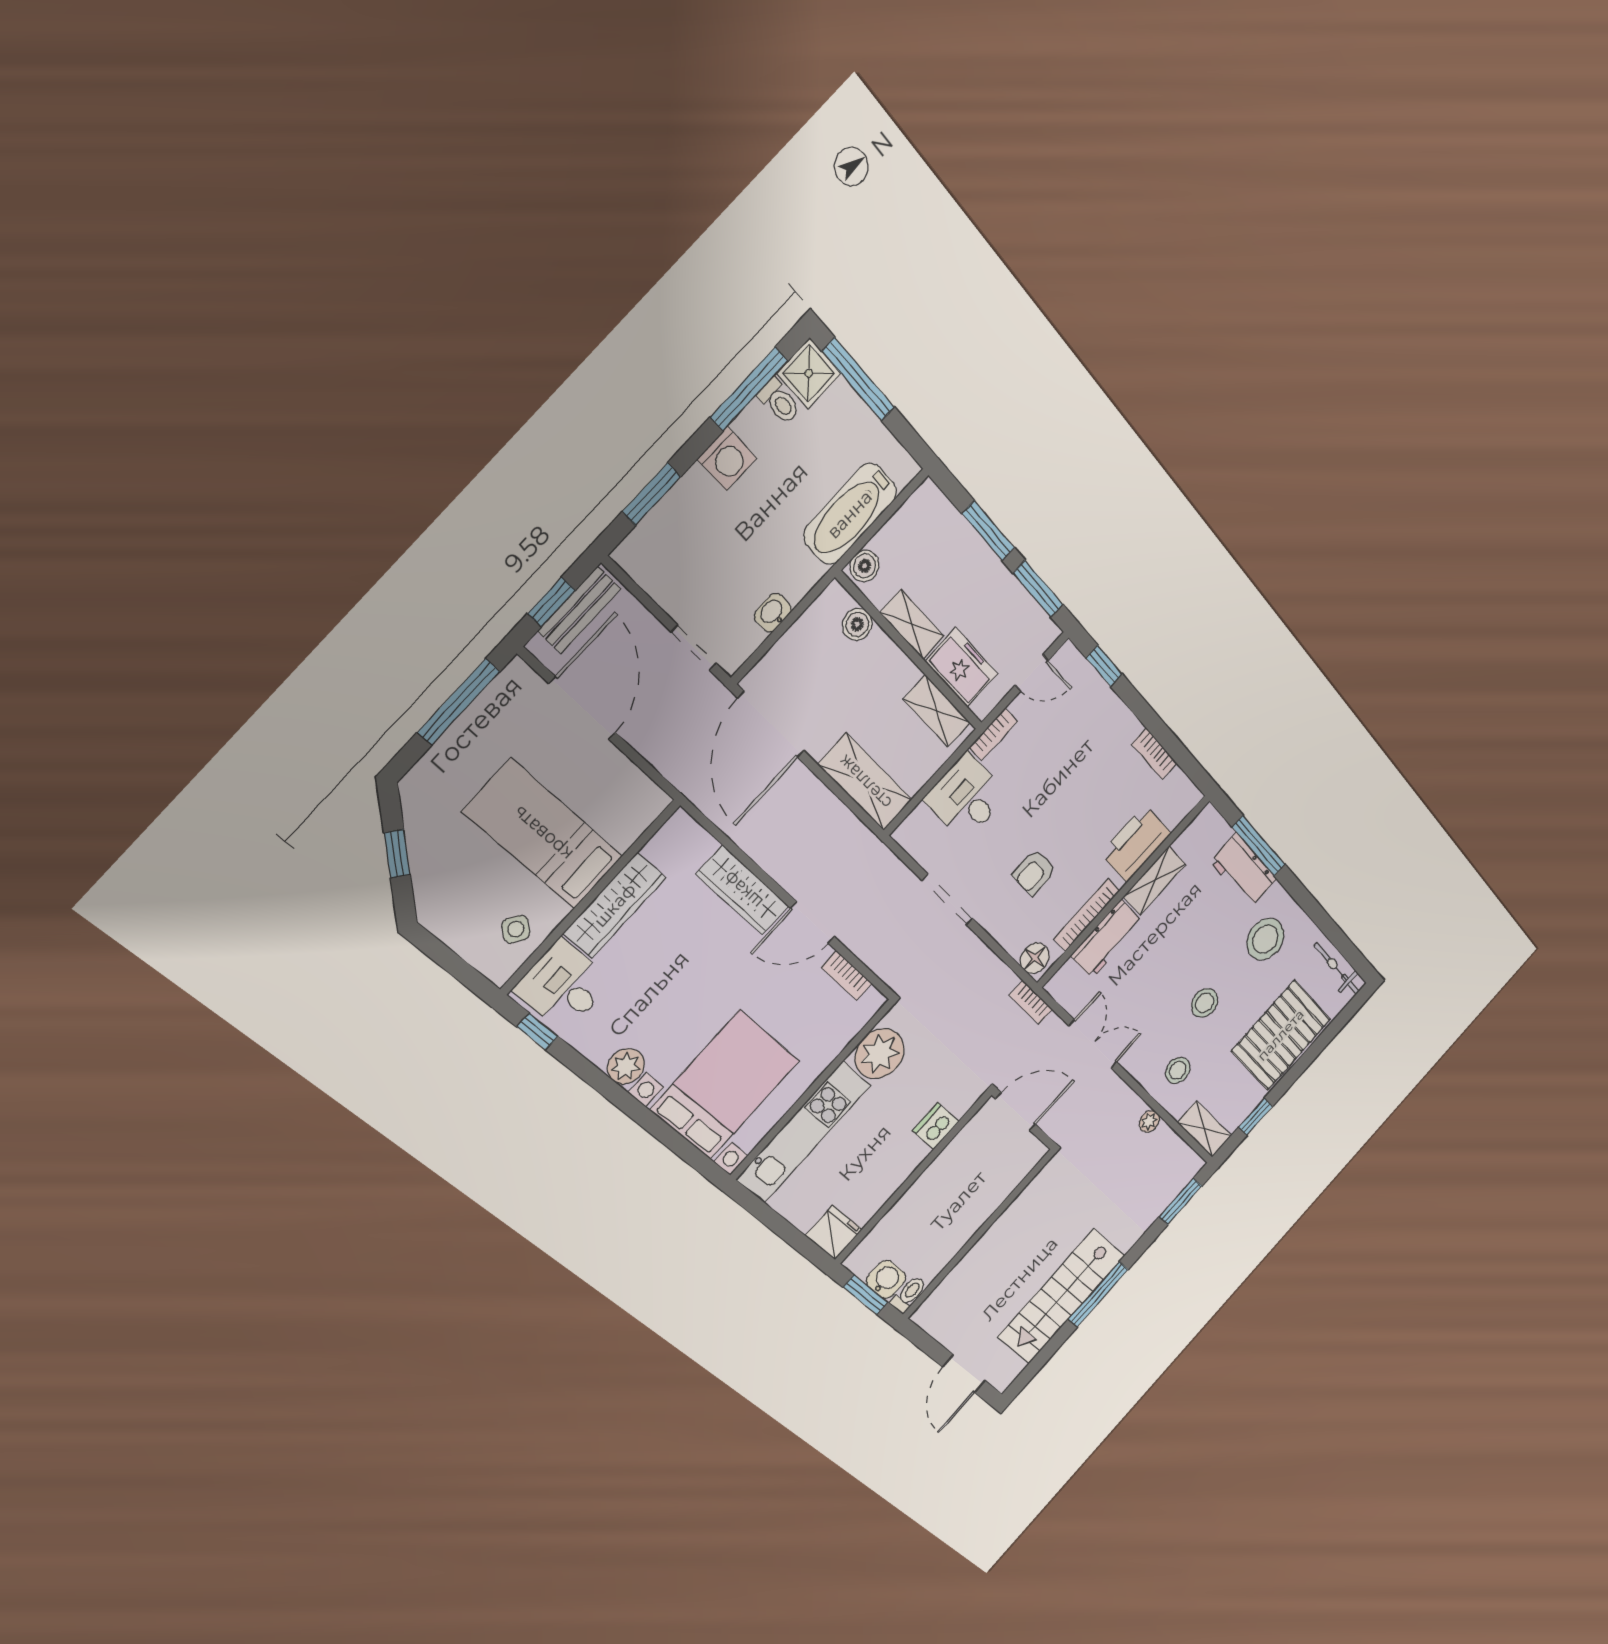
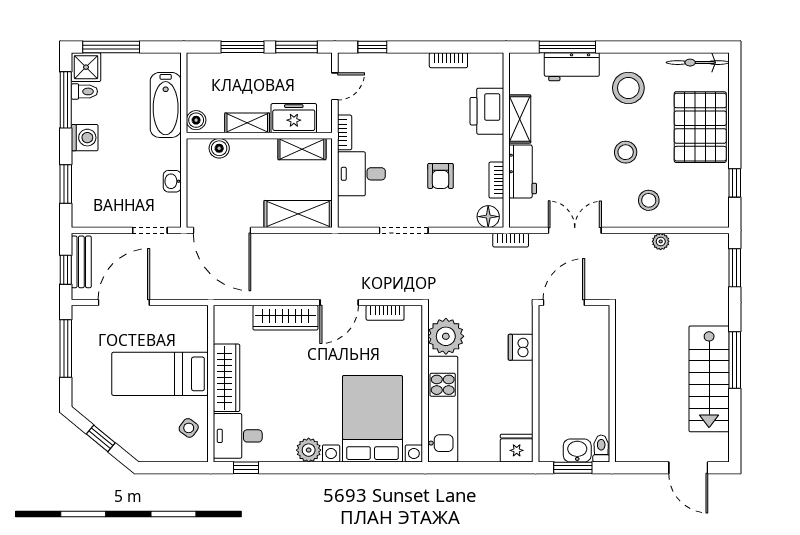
door: (582, 708) -> (124, 302), hinge flipped
bookcase: (1087, 915) -> (496, 180), width x0.64
shelving: (1204, 1129) -> (705, 217), removed

